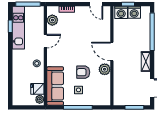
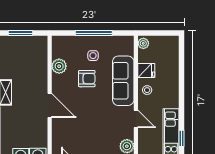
door: (45, 41) -> (136, 119), swing flipped
plant: (105, 69) -> (59, 66), moved
sofa: (55, 86) -> (123, 81), moved
fridge: (37, 89) -> (146, 70), moved

